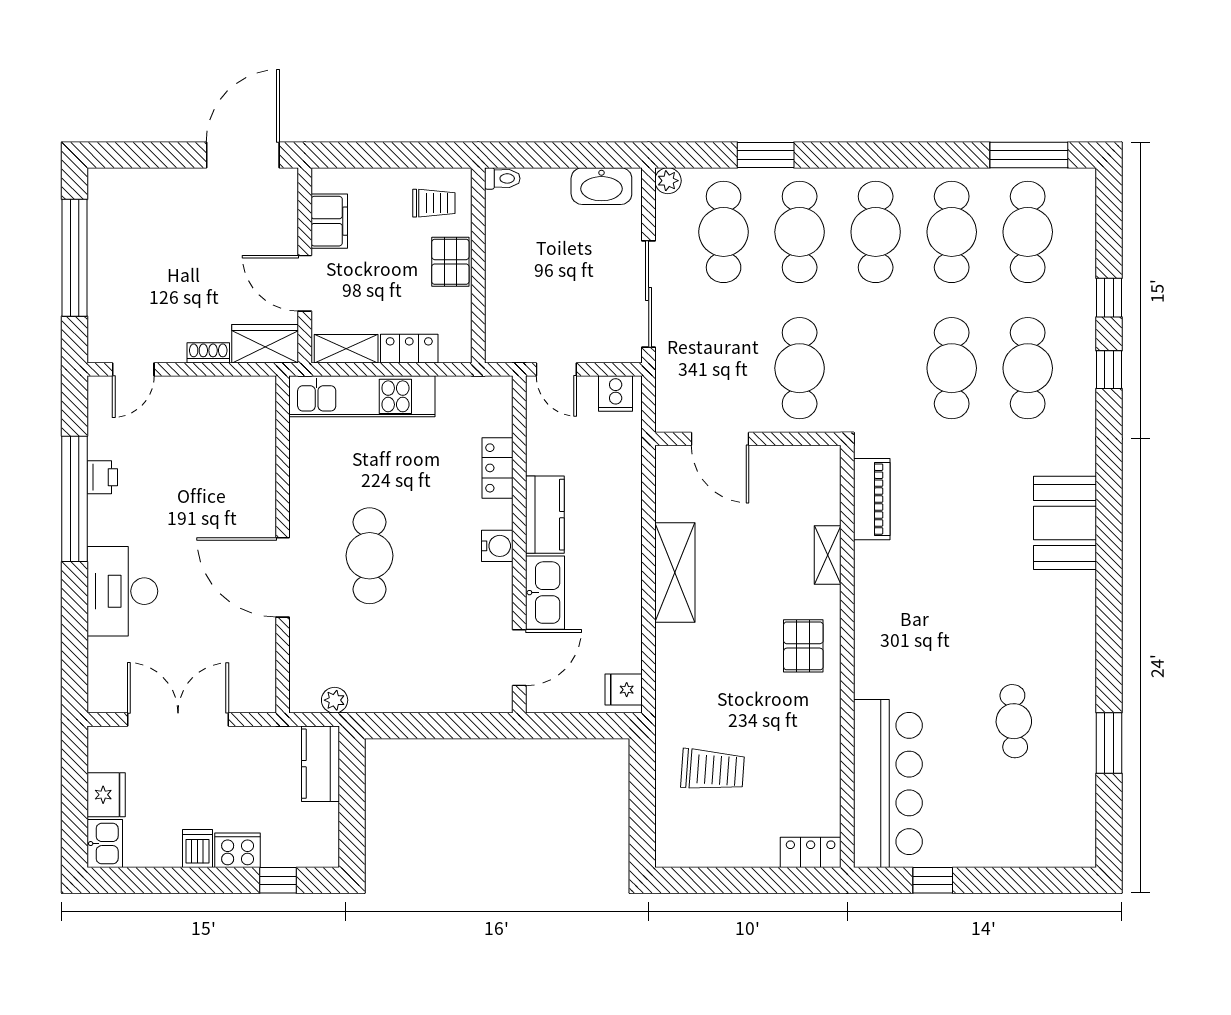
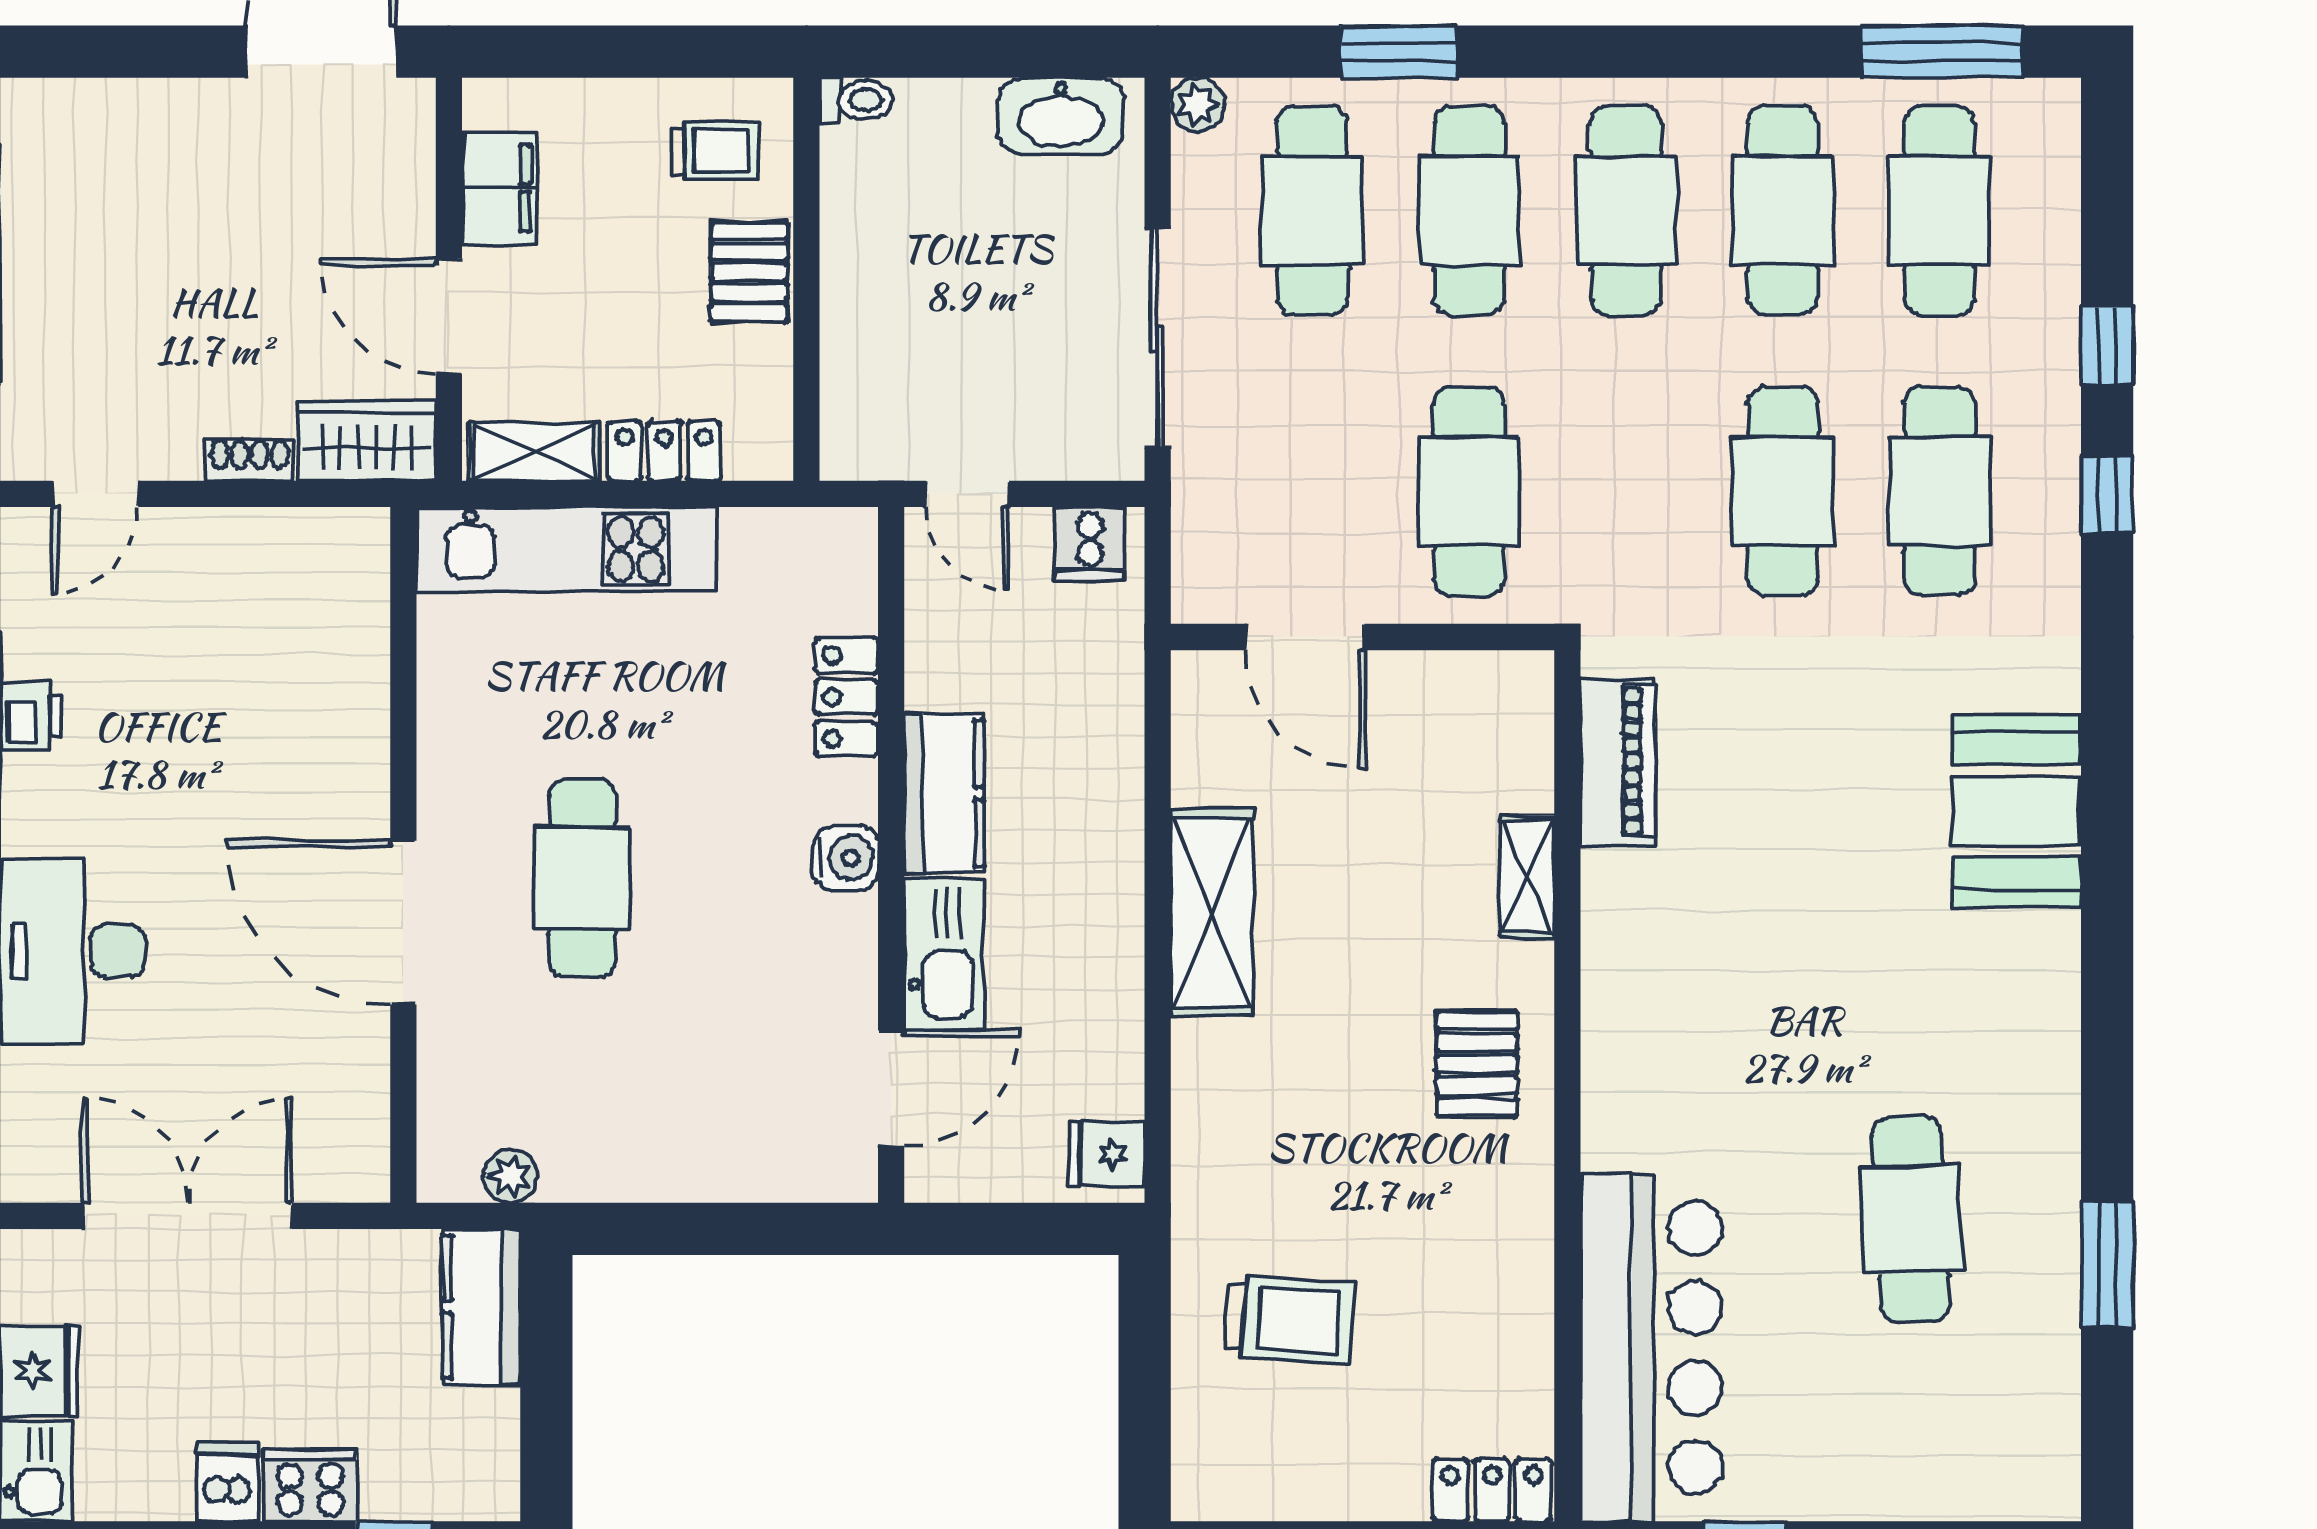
cafe table: (1014, 721) -> (1911, 1219), width x1.37, depth x1.35

